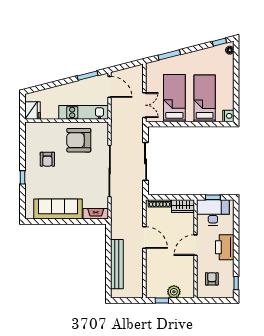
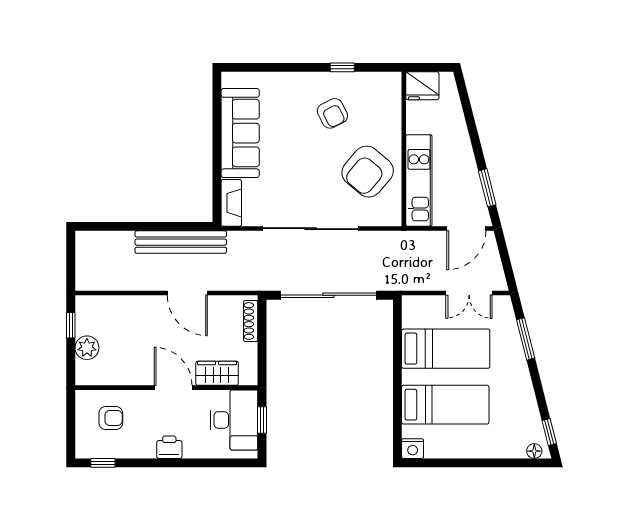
double door: (144, 105) -> (469, 293), moved
armchair: (79, 140) -> (368, 172), turned -140
armchair: (47, 159) -> (332, 113), turned -117
sliding door: (146, 161) -> (328, 295), width x1.36
window: (23, 177) -> (342, 67), moved
wardrobe: (183, 206) -> (217, 373), moved, turned 90
door: (144, 238) -> (187, 293), hinge flipped
printer: (225, 247) -> (169, 447), width x0.53, depth x0.68
bench: (117, 264) -> (181, 242), moved

